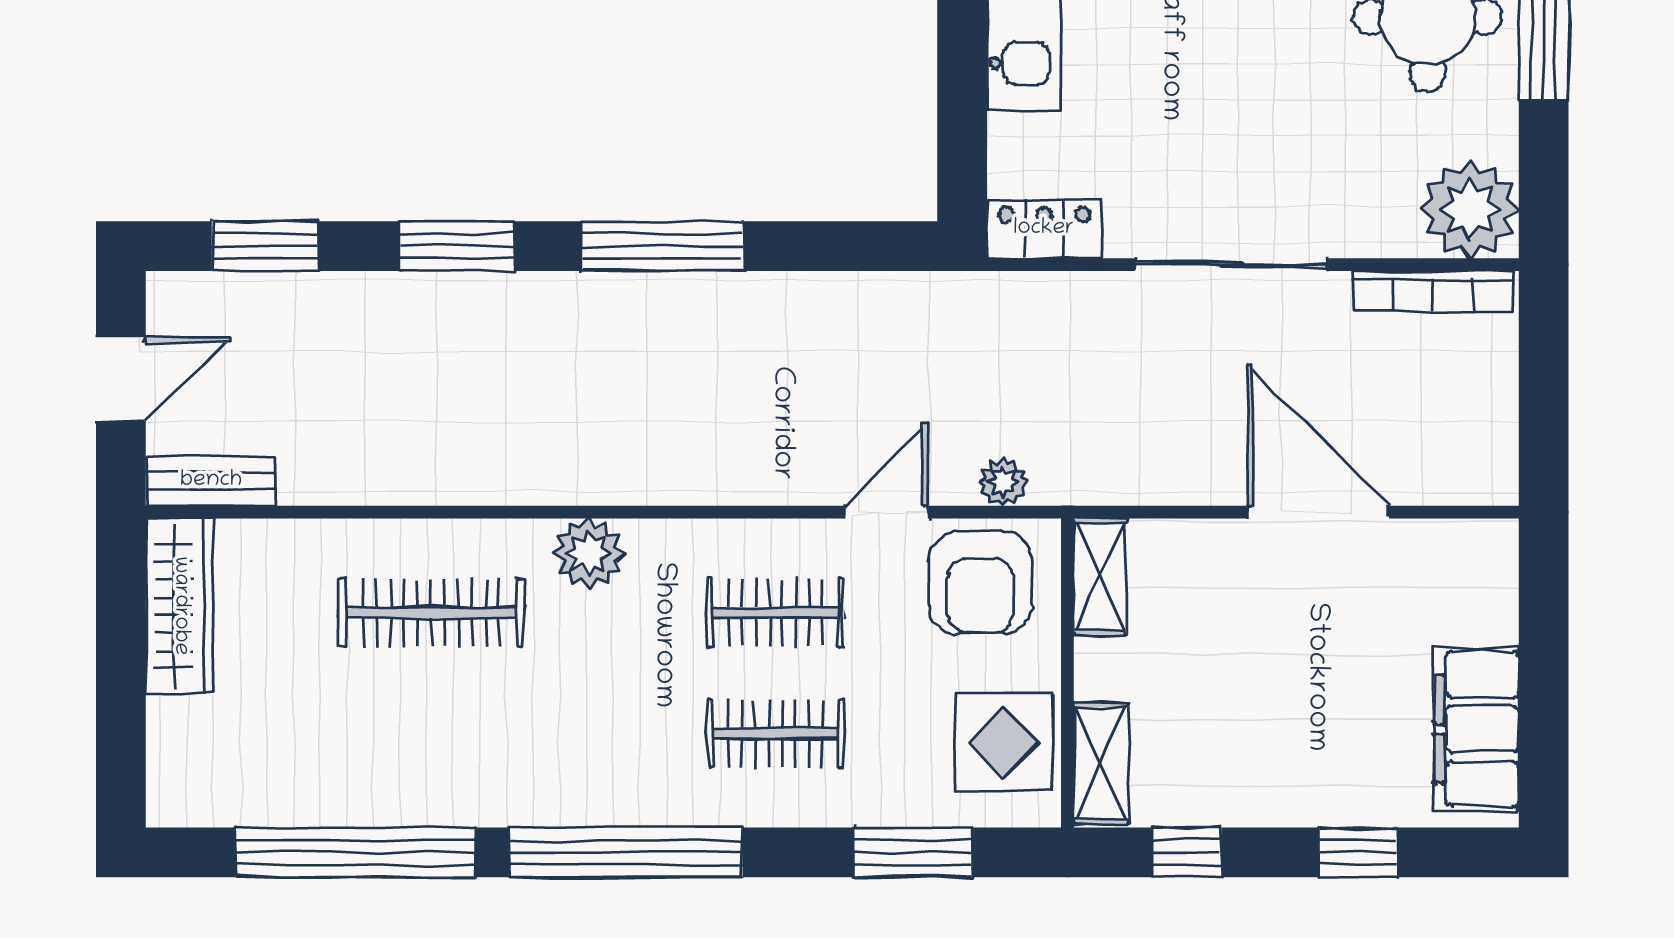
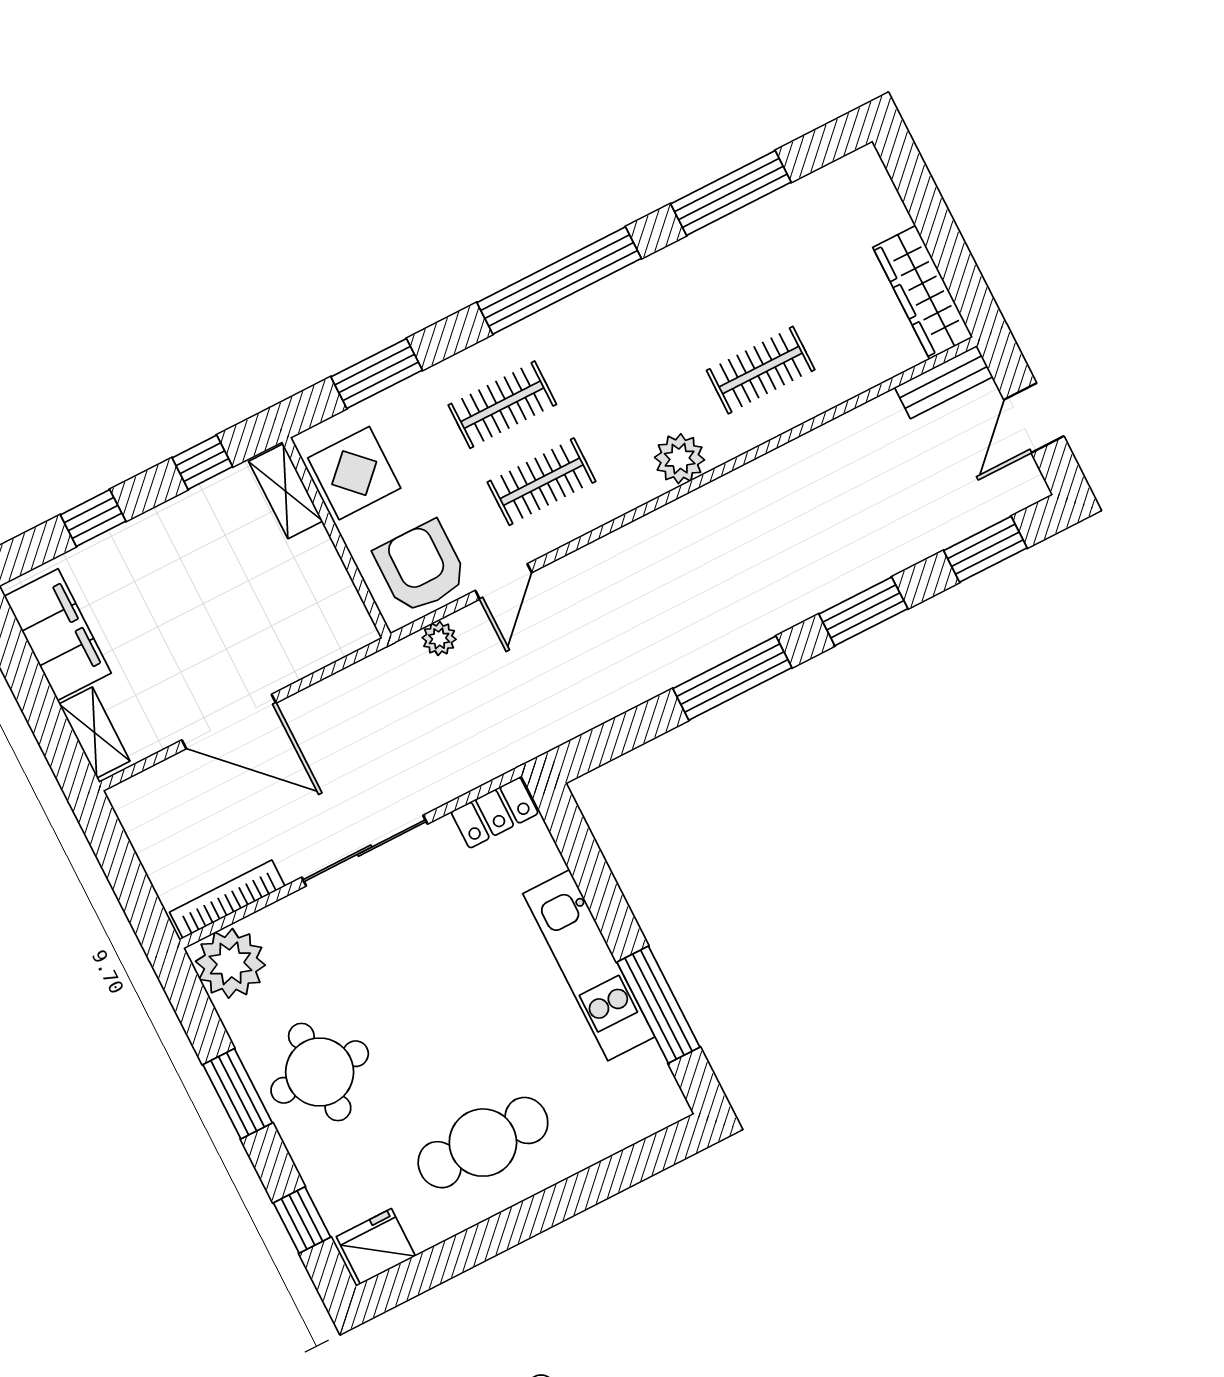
shelving: (1100, 577) -> (94, 732), moved
clothes rail: (431, 612) -> (761, 370), width x0.73
window: (356, 852) -> (731, 193), width x0.68

